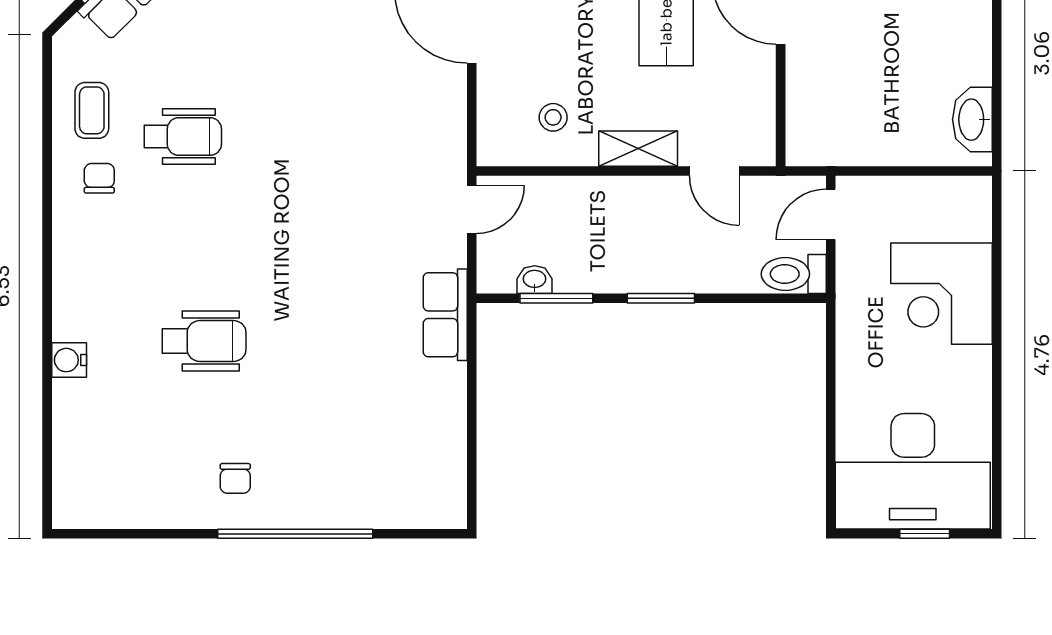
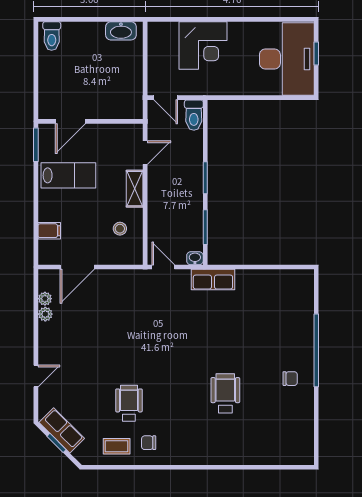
washbasin: (535, 280) -> (195, 258), moved, turned 90
water cooler: (69, 360) -> (234, 457), removed

